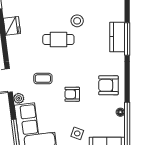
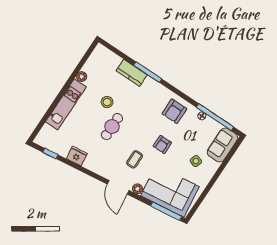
kitchen counter: (117, 37) -> (132, 73), moved

